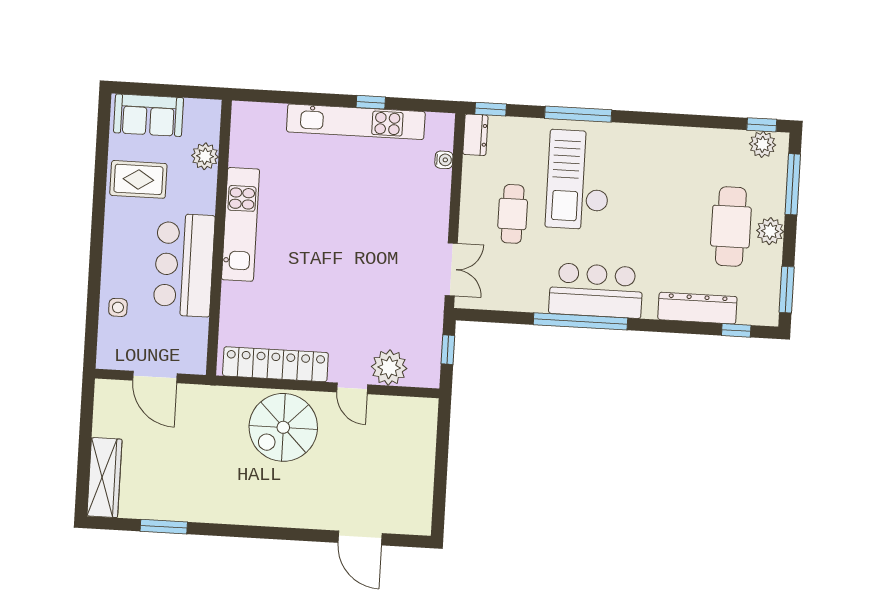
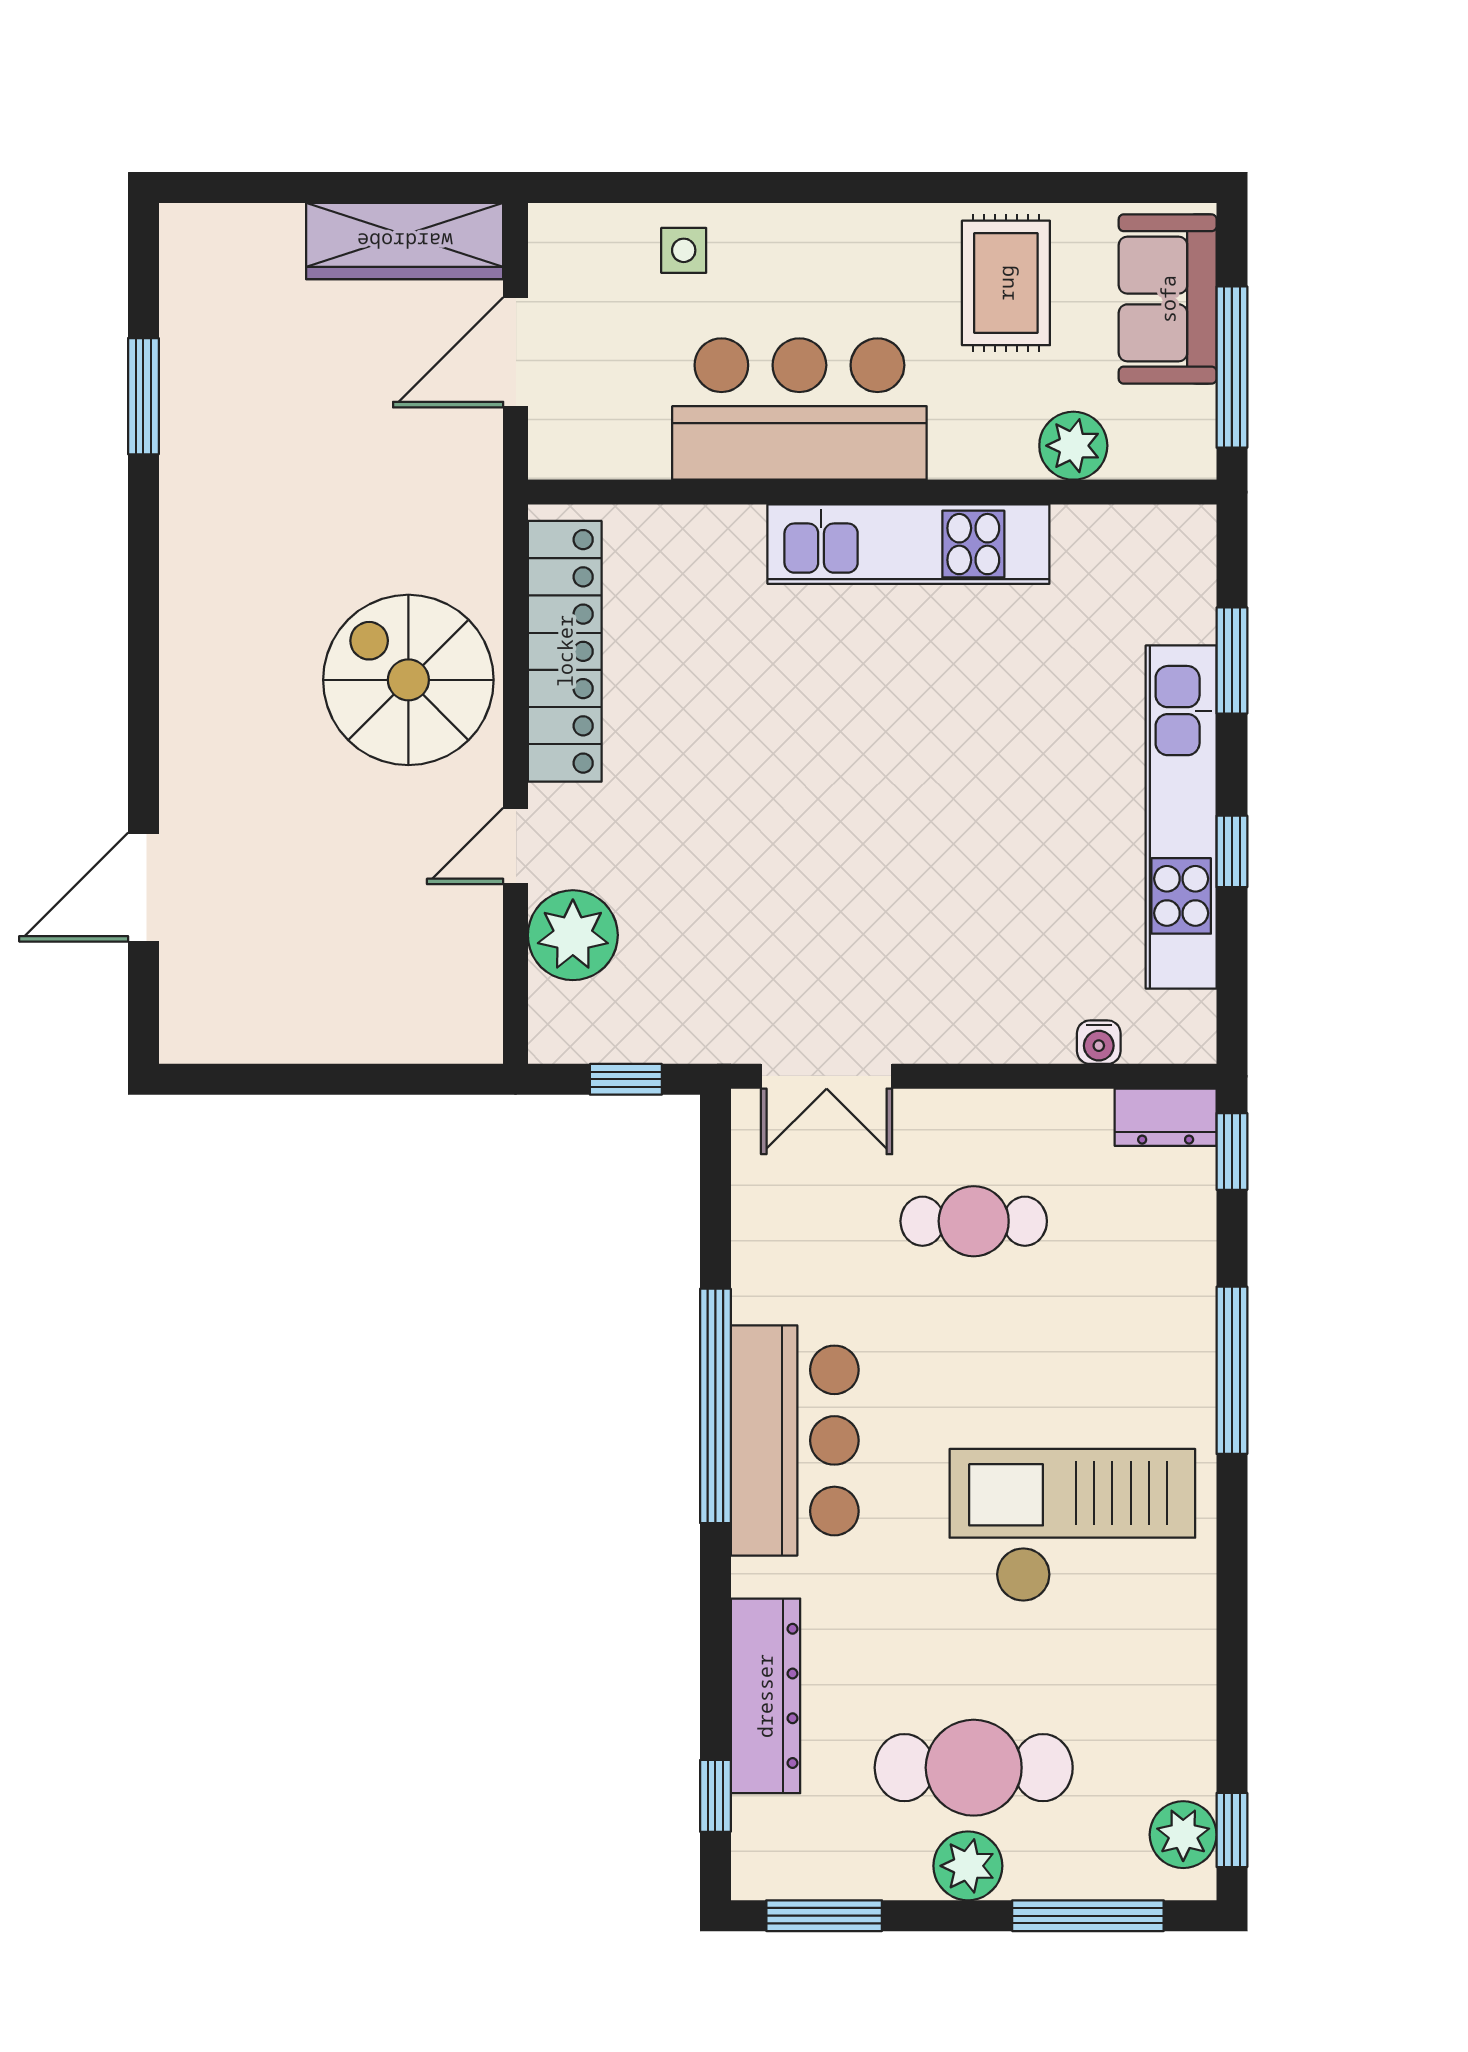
window: (177, 91) -> (1232, 367), added
window: (294, 98) -> (1232, 660), added
checkout: (578, 180) -> (1072, 1525), moved
wardrobe: (104, 478) -> (405, 241), moved

